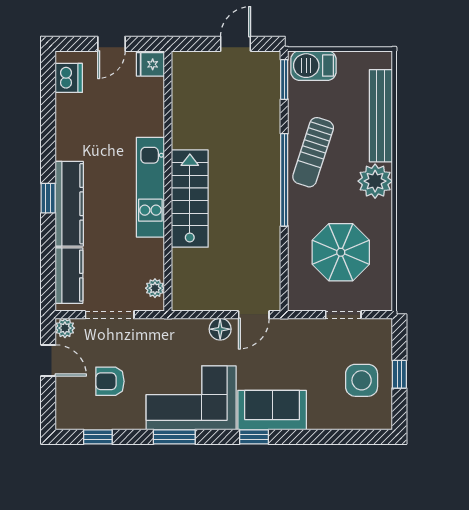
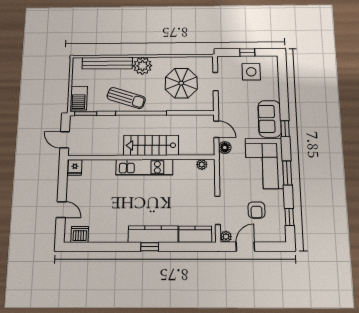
fridge: (150, 64) -> (75, 168), moved
wall: (168, 181) -> (141, 157), moved
kitchen unit: (150, 187) -> (144, 167), moved
stairs: (190, 199) -> (151, 145), moved
plant: (155, 288) -> (202, 164), moved

